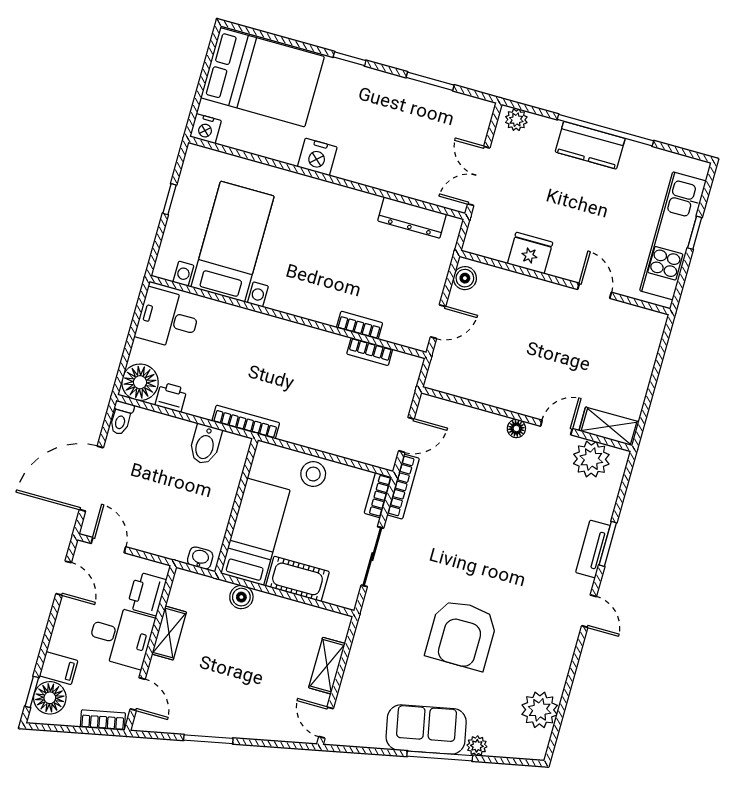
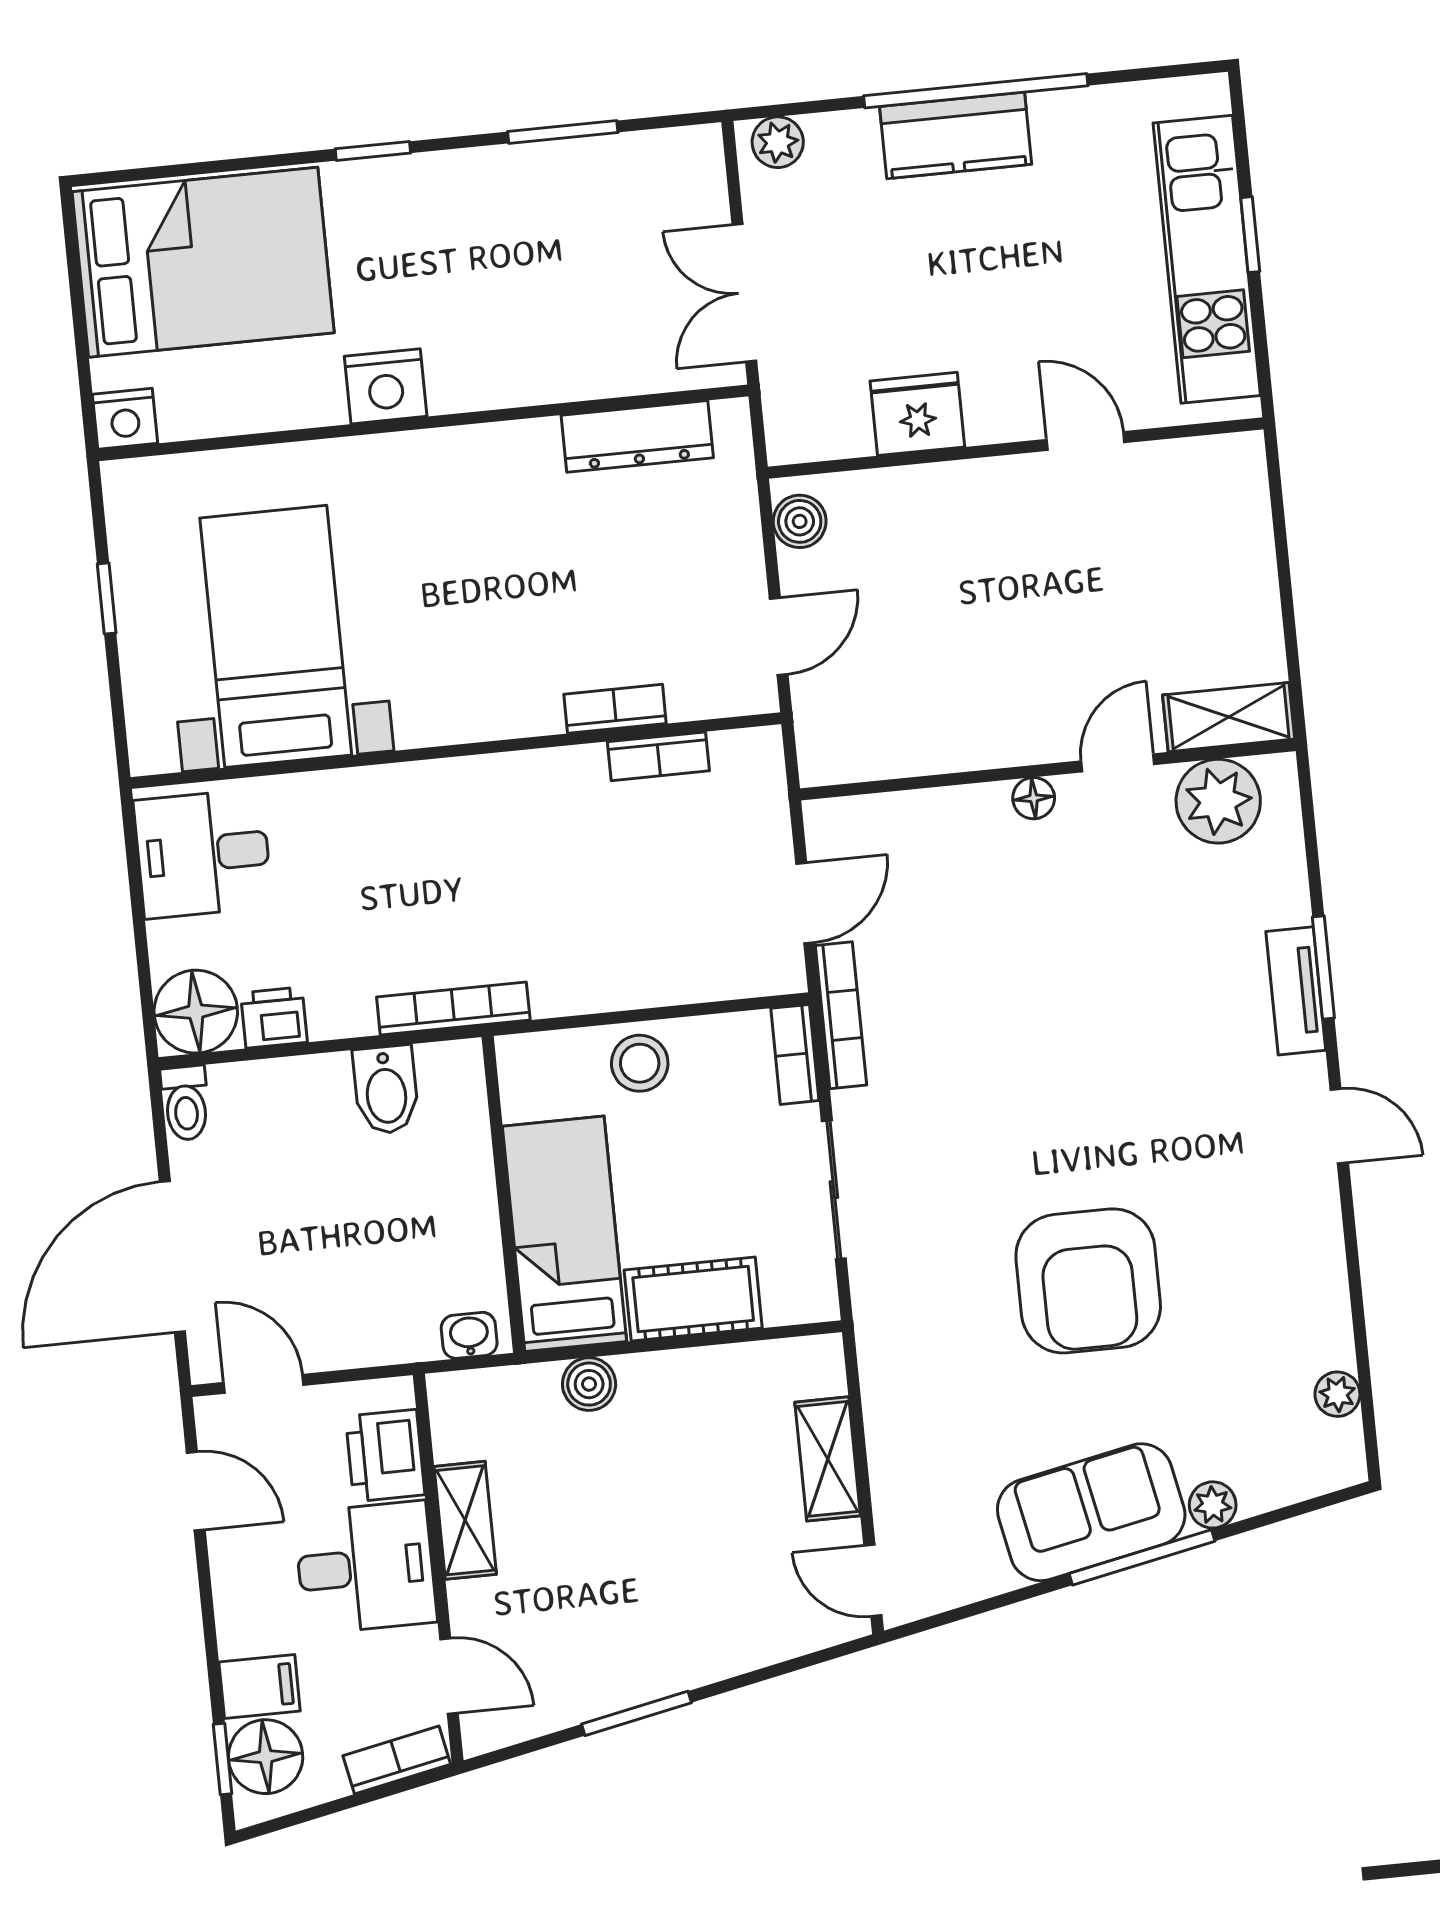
plant: (540, 710) -> (1337, 1394), width x0.53, depth x0.53

